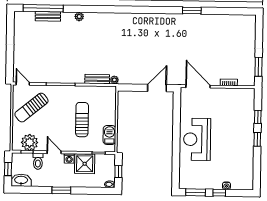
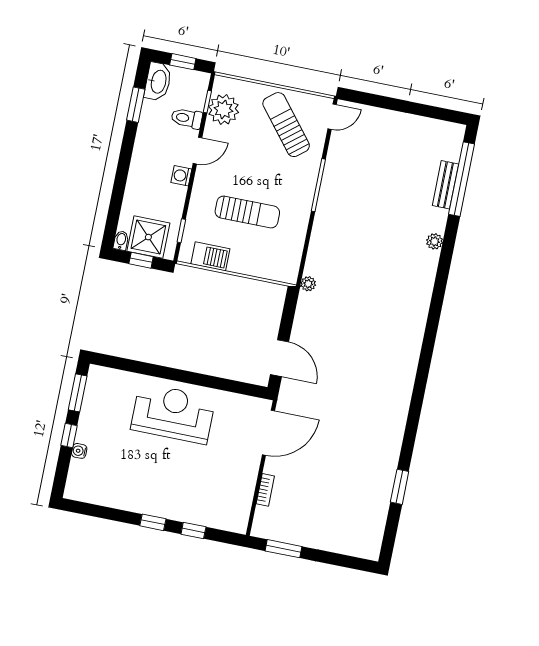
window: (192, 11) -> (400, 487), moved
bench: (97, 79) -> (315, 253), removed
shower: (85, 164) -> (148, 237), moved
window: (61, 190) -> (136, 105), moved

